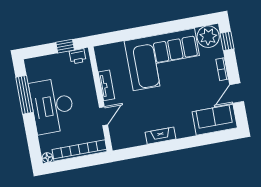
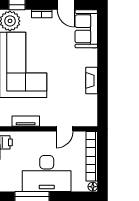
tv unit: (106, 85) -> (26, 121), moved
door: (103, 116) -> (65, 129), swing flipped

